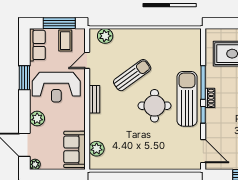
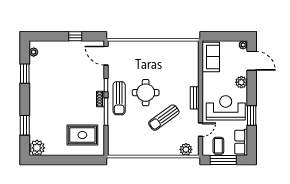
sun lounger: (187, 99) -> (119, 98), width x0.73, depth x0.75
plant: (97, 149) -> (193, 58), removed

